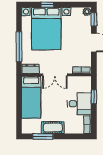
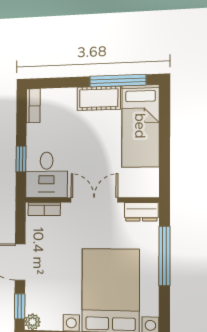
bed: (31, 97) -> (140, 126), moved, turned 180
desk: (79, 104) -> (46, 175), moved, turned -90
window: (43, 136) -> (118, 81), width x1.44

